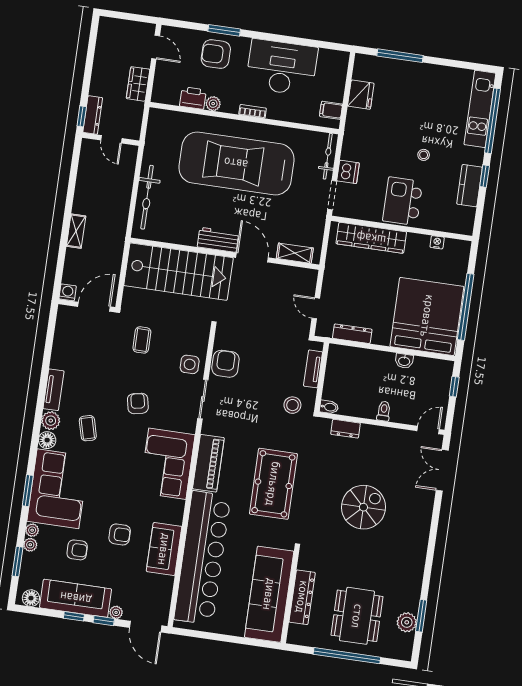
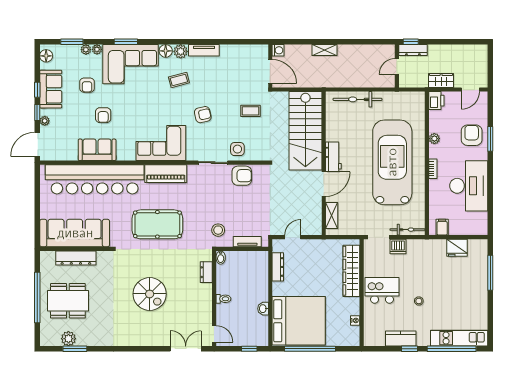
printer: (193, 98) -> (436, 101), moved
sofa: (76, 598) -> (51, 89), width x0.73

